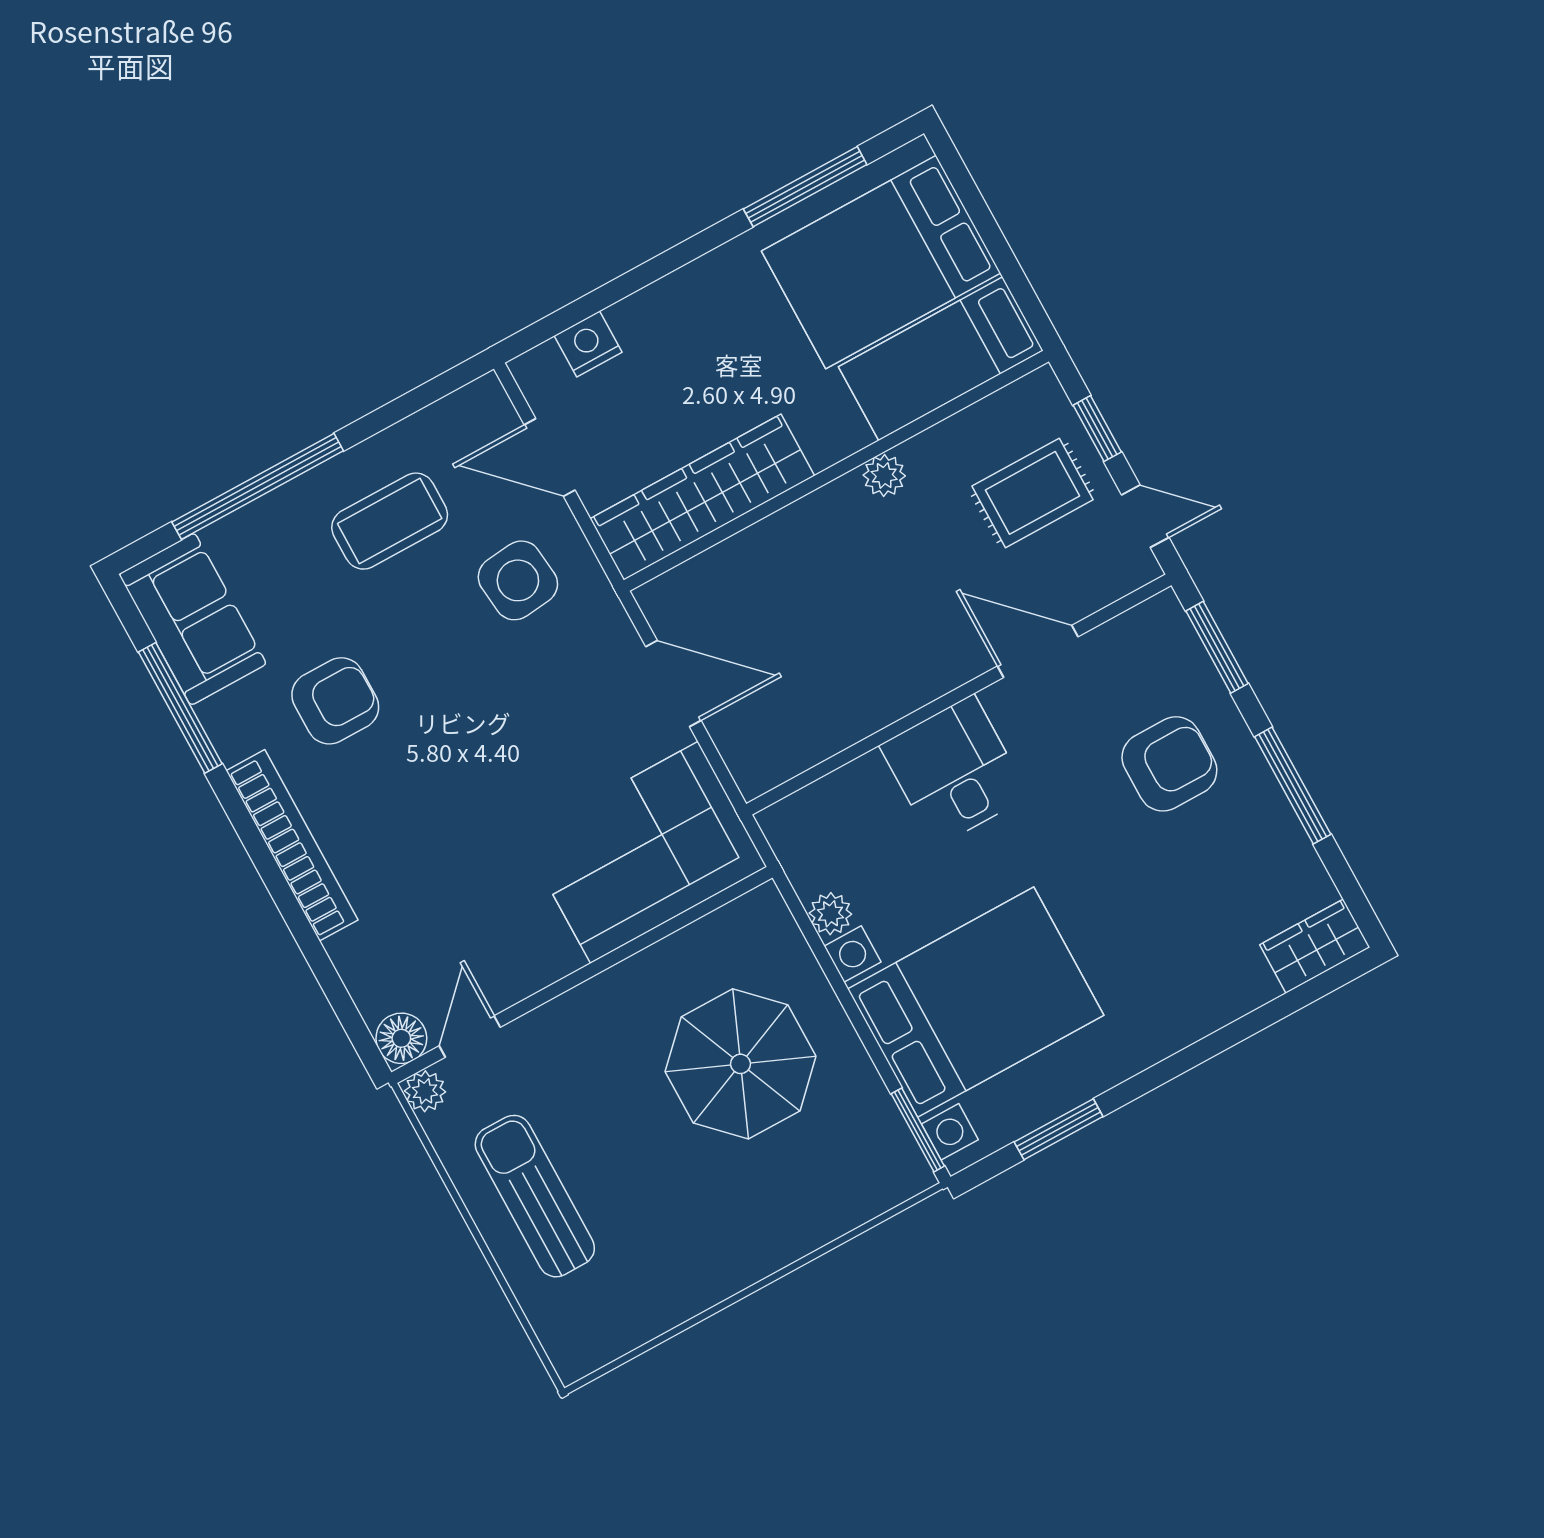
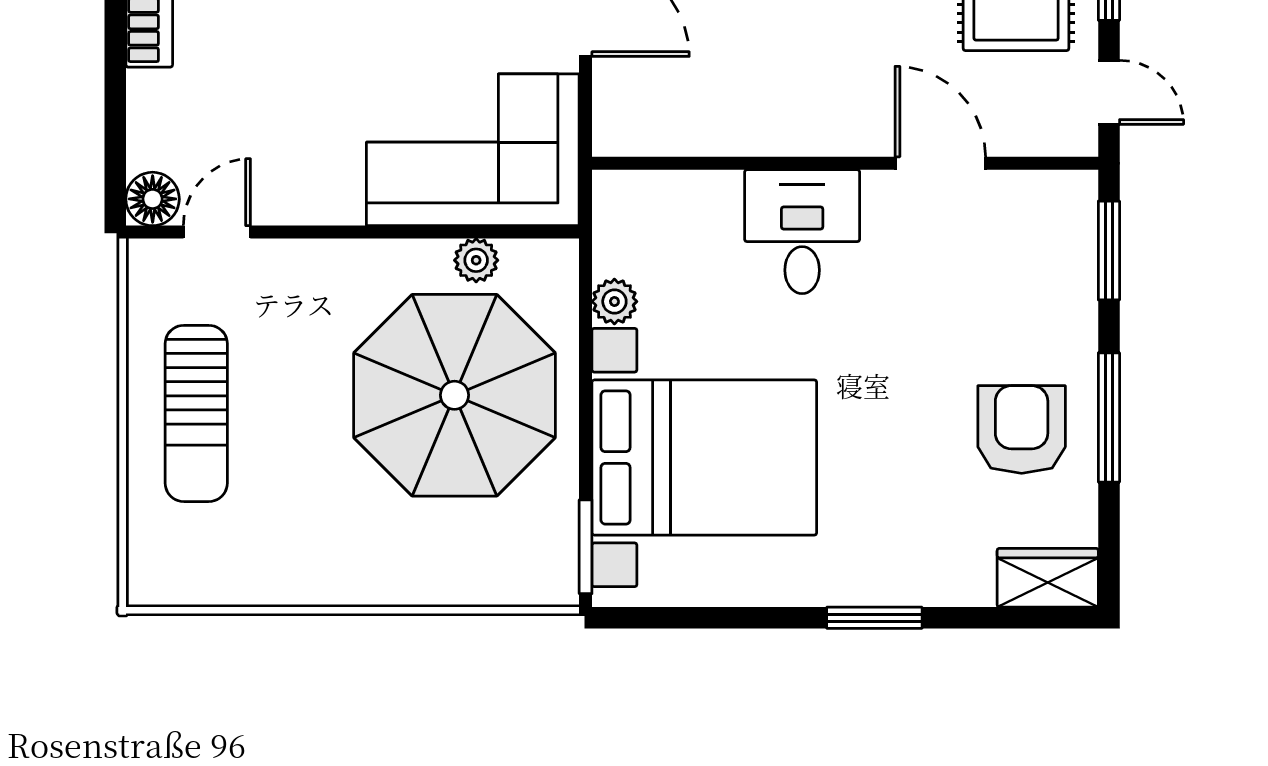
armchair: (1169, 764) -> (1022, 429), moved, turned -90
parasol: (741, 1064) -> (455, 395), width x1.36, depth x1.36
plant: (425, 1091) -> (476, 260), moved
window: (1059, 1129) -> (874, 618), moved
sun lounger: (535, 1196) -> (196, 413), turned 180

